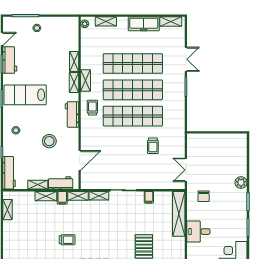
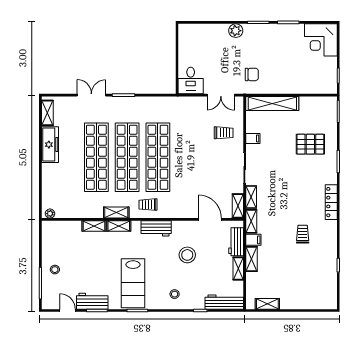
shelving: (106, 21) -> (238, 206), moved
trolley: (153, 146) -> (224, 133), moved
desk: (198, 232) -> (191, 80), moved

